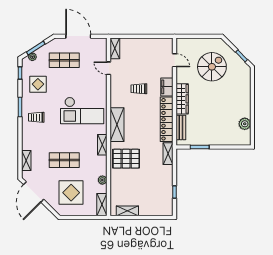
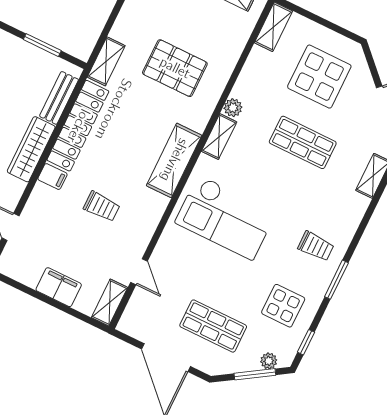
filing cabinet: (140, 44) -> (59, 287), added
filing cabinet: (167, 87) -> (52, 177), width x0.50
checkout: (82, 111) -> (225, 217), turned 180
pallet: (126, 159) -> (175, 68), moved
plant: (102, 180) -> (233, 108), moved

